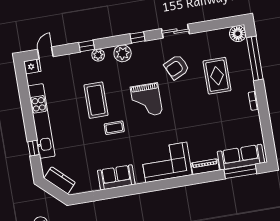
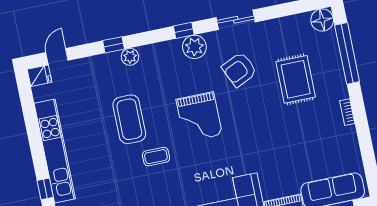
plant: (123, 53) -> (194, 47), moved

